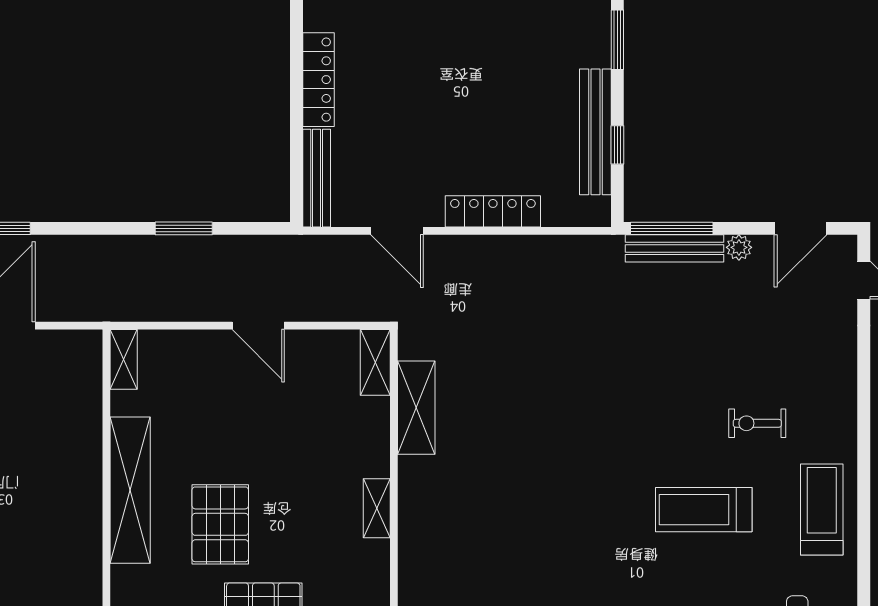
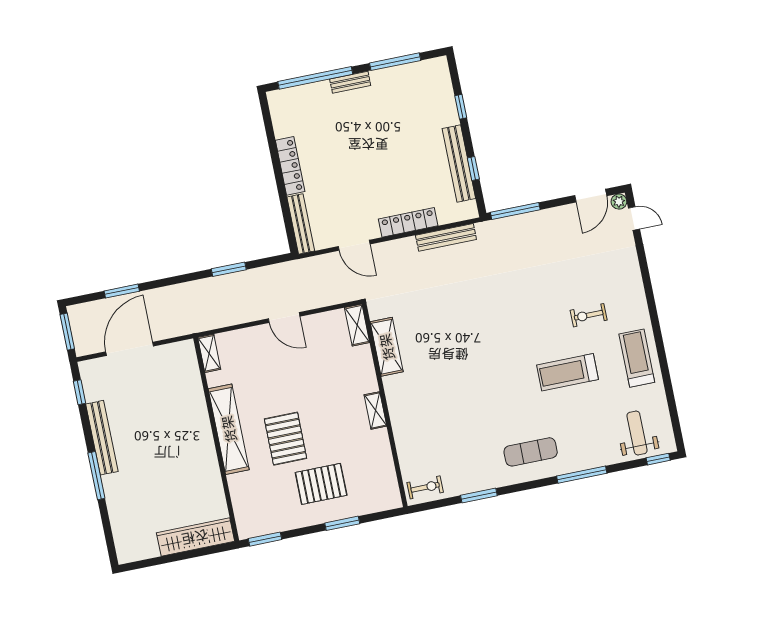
window: (617, 40) -> (461, 107), width x0.67
plant: (739, 247) -> (619, 202), moved
bench: (674, 248) -> (446, 237), moved

